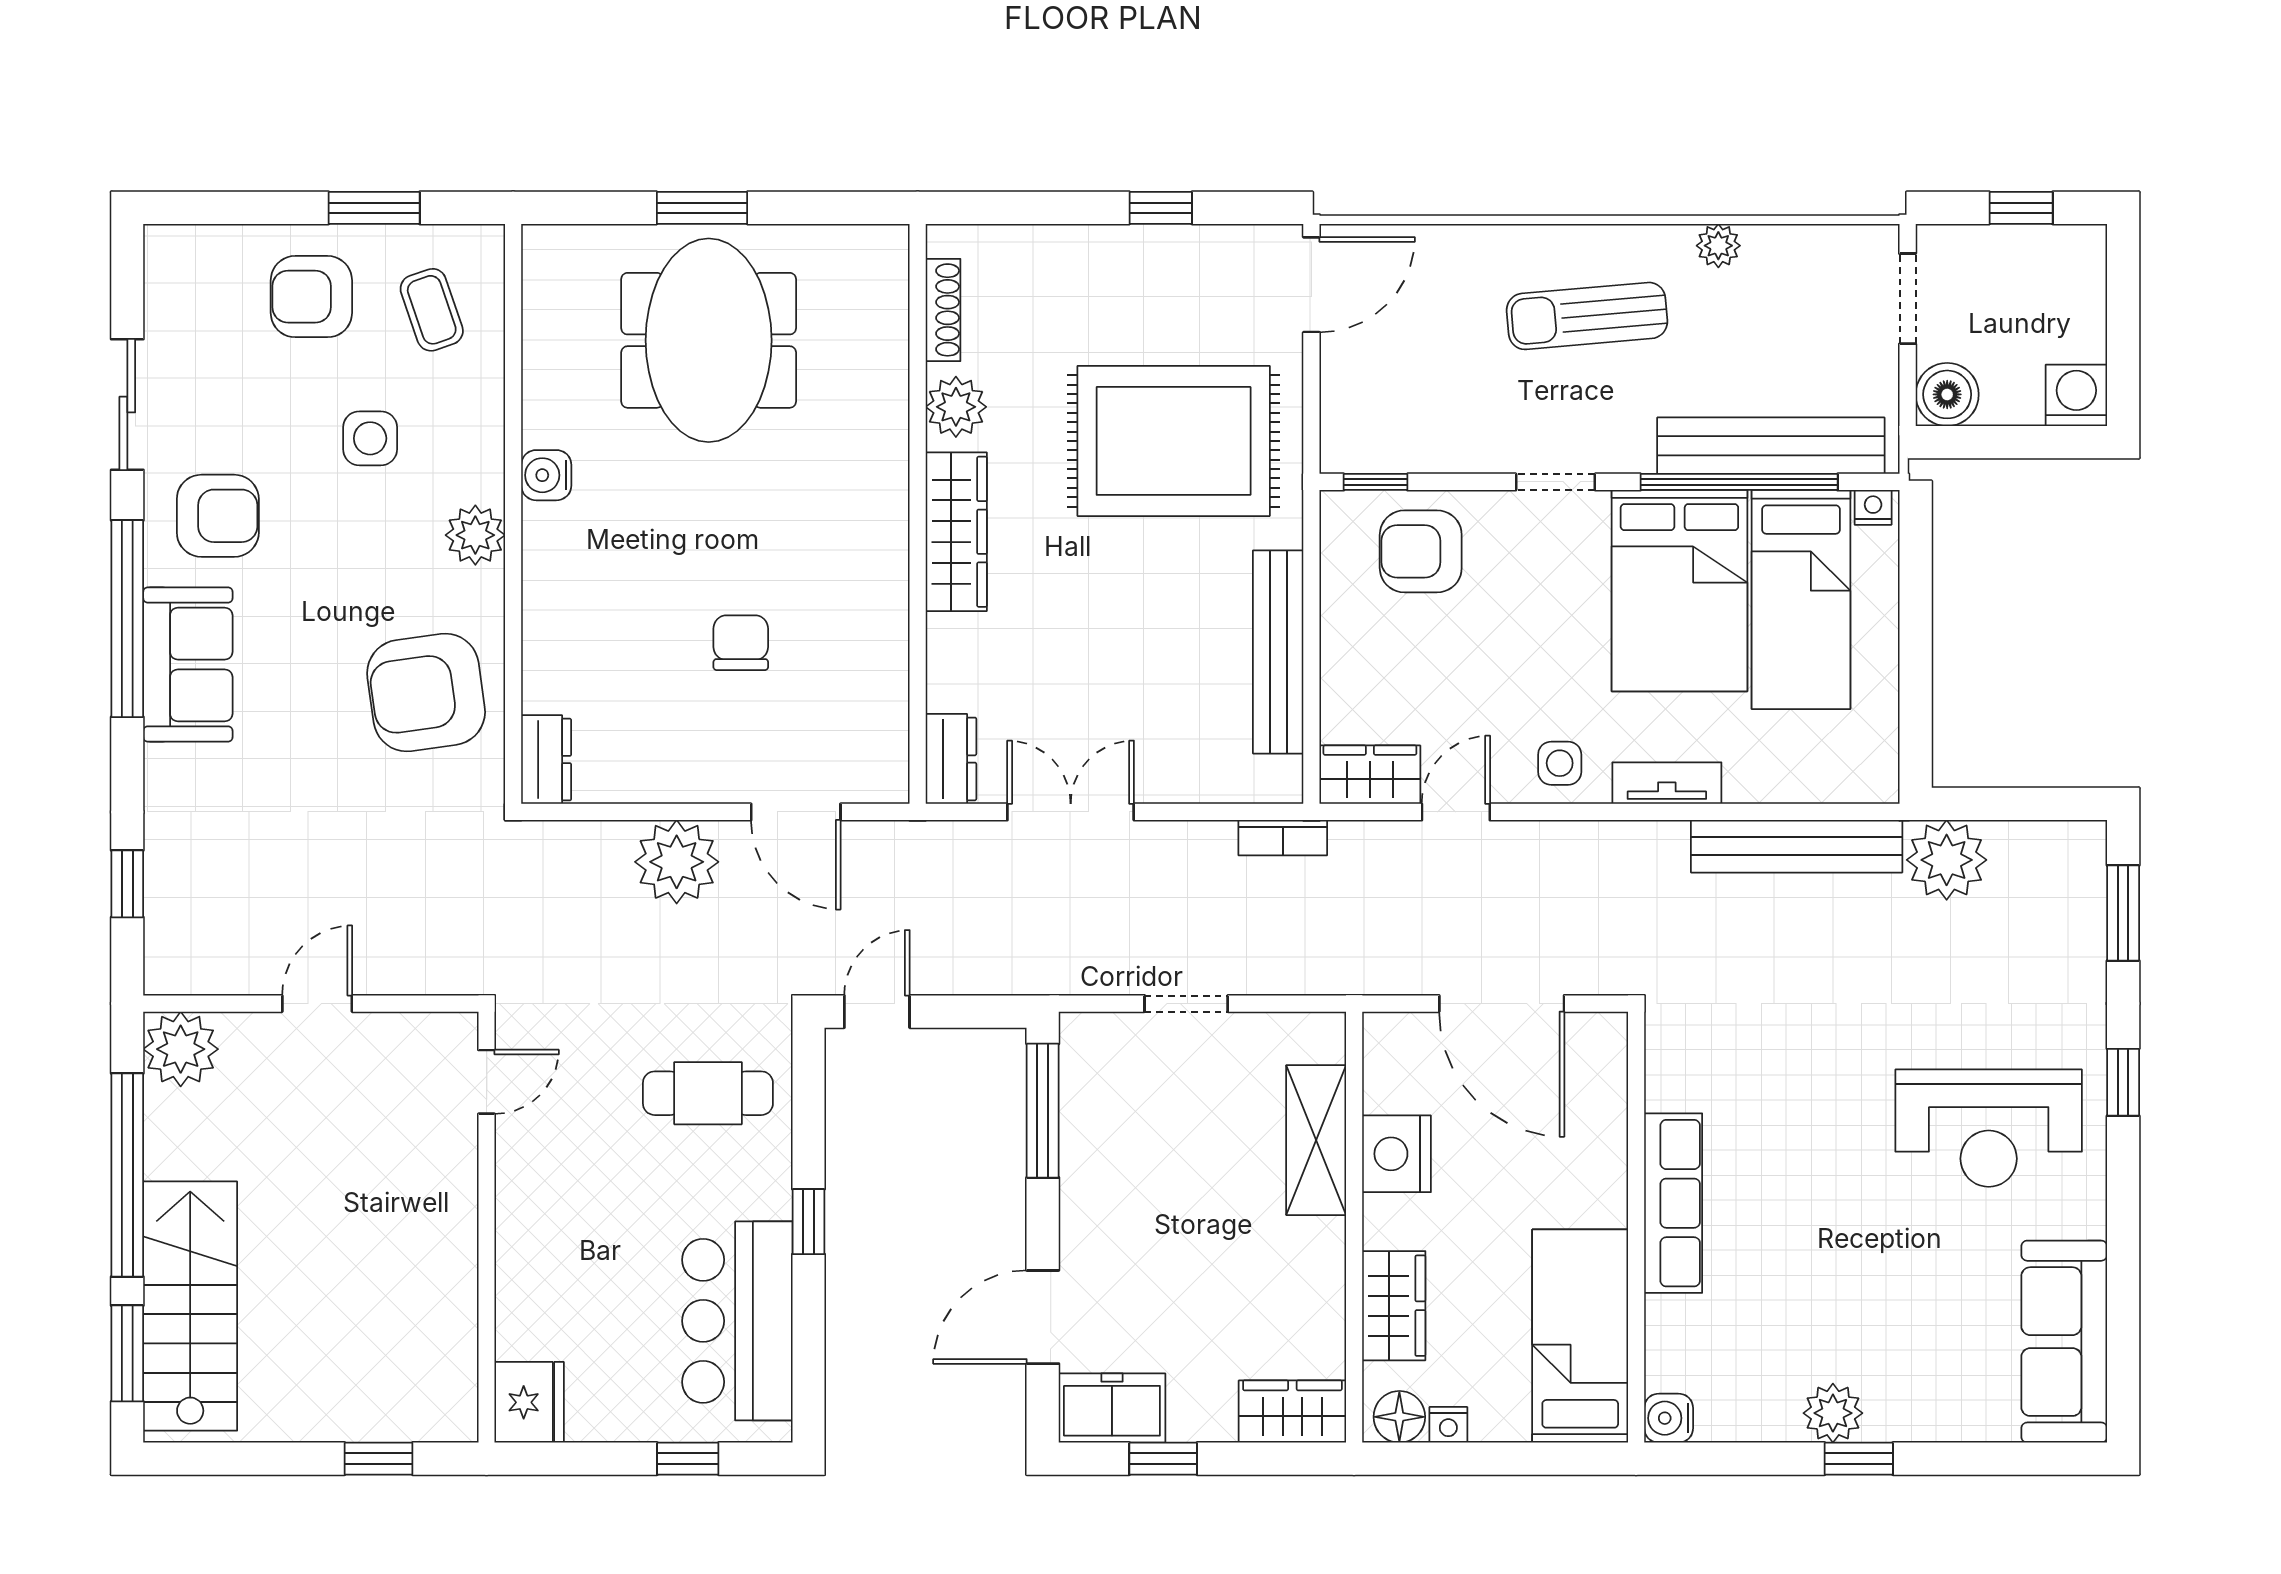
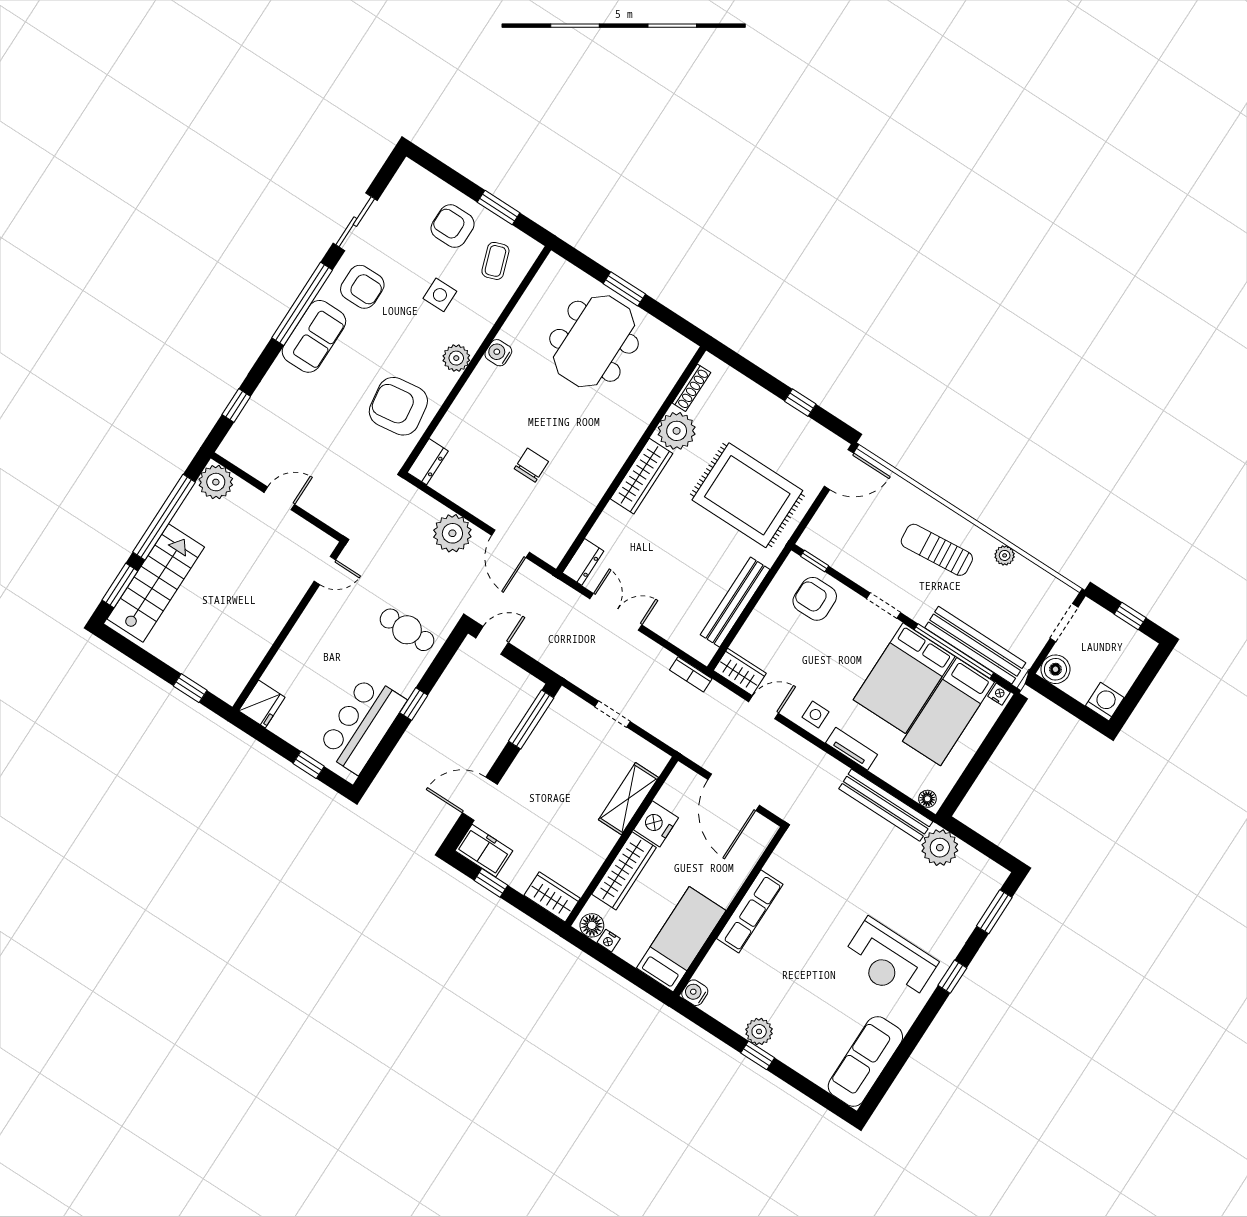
plant: (956, 407) -> (677, 431), width x1.36, depth x1.36
floor lamp: (1866, 785) -> (927, 799), added
wardrobe: (1394, 1306) -> (624, 871), width x1.50

